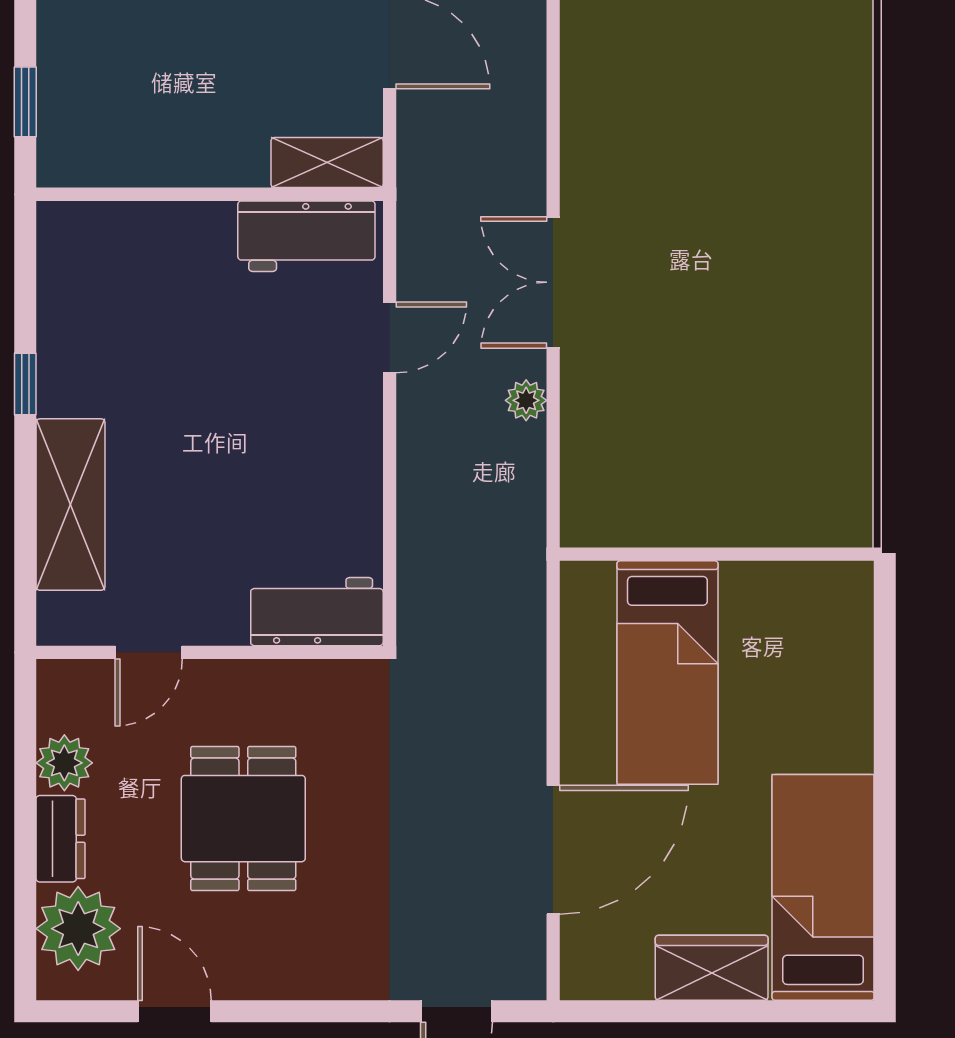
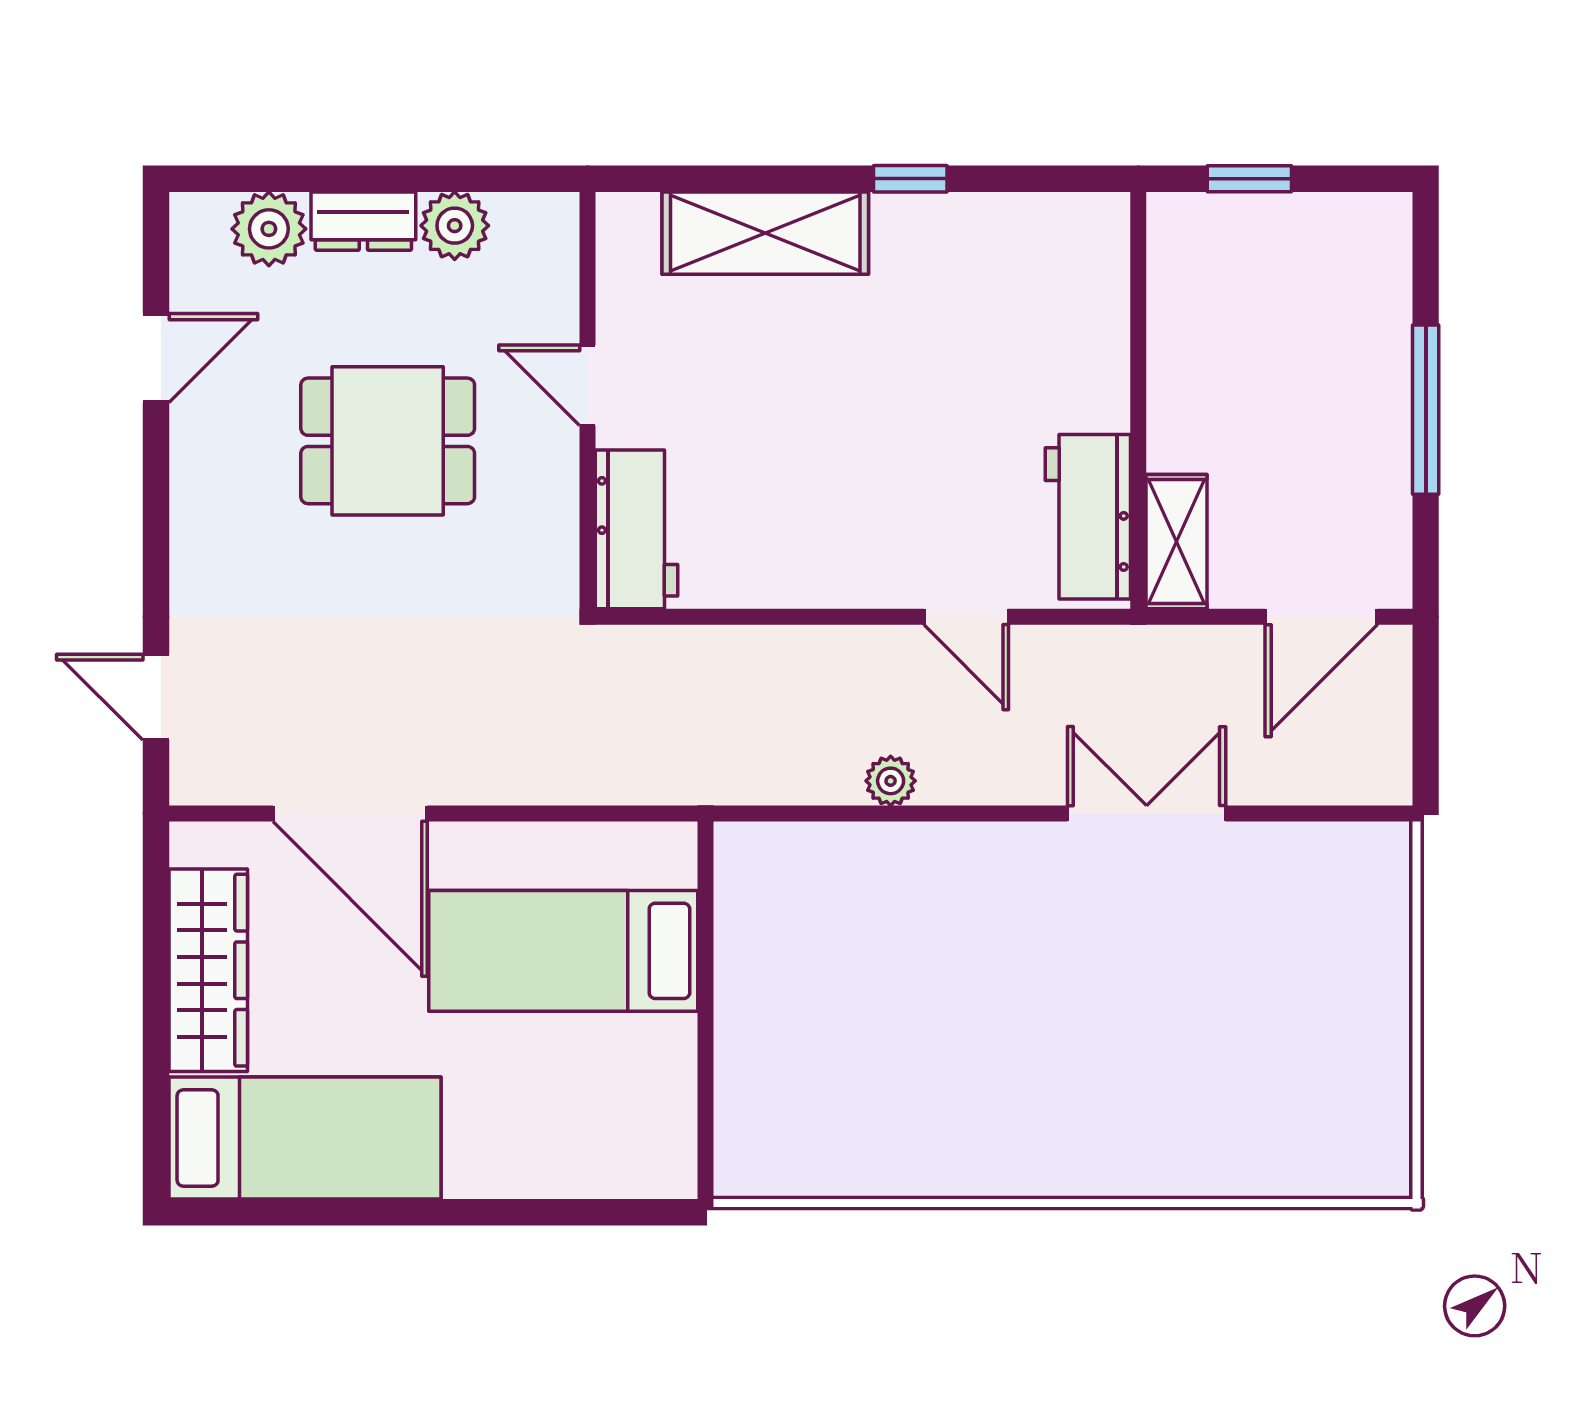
double door: (553, 282) -> (1147, 813), moved
door: (149, 652) -> (587, 385), moved
plant: (78, 929) -> (269, 229), width x0.73, depth x0.73
wardrobe: (712, 968) -> (208, 970), width x1.50

